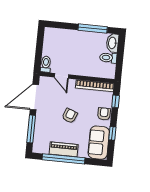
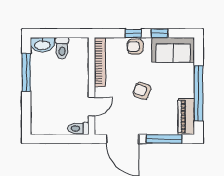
window: (116, 101) -> (133, 33), moved
piano: (64, 149) -> (186, 116), moved

